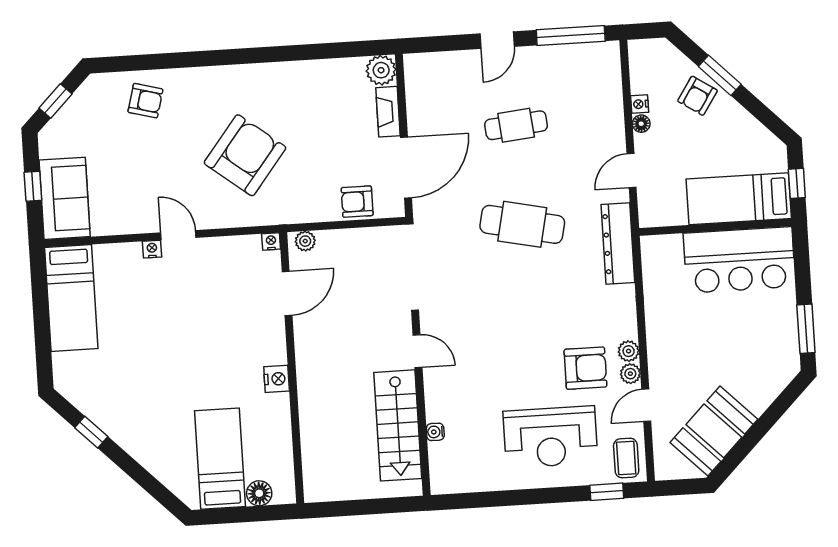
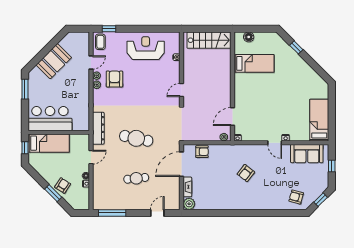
door: (497, 40) -> (157, 213), moved
armchair: (145, 101) -> (296, 197), moved
armchair: (245, 155) -> (246, 173), width x0.53, depth x0.53
sofa: (65, 198) -> (307, 154), moved, turned -90
door: (418, 351) -> (181, 90), hinge flipped
armchair: (585, 368) -> (114, 79), turned 90
nightstand: (277, 379) -> (239, 82), removed
stairs: (398, 425) -> (209, 40), moved, turned 90
booth: (714, 431) -> (54, 61), moved
window: (91, 432) -> (296, 47), moved
reception desk: (550, 437) -> (146, 48), moved
bed: (220, 459) -> (254, 63), moved, turned -90

